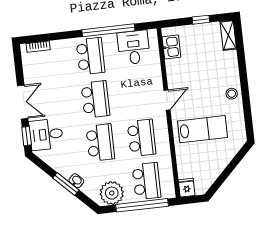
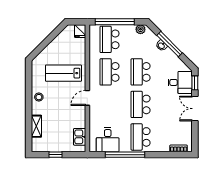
shelving: (228, 35) -> (36, 126), moved
window: (66, 184) -> (170, 44), width x1.44
plant: (112, 193) -> (140, 29), width x0.53, depth x0.53

